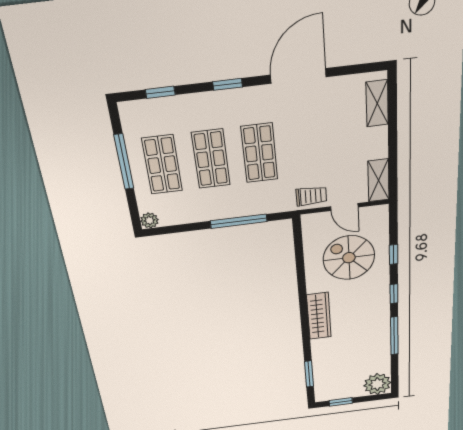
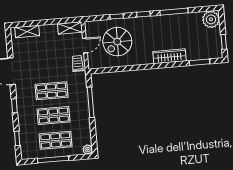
wardrobe: (319, 316) -> (170, 56), moved

